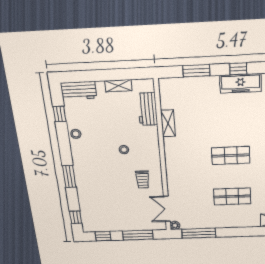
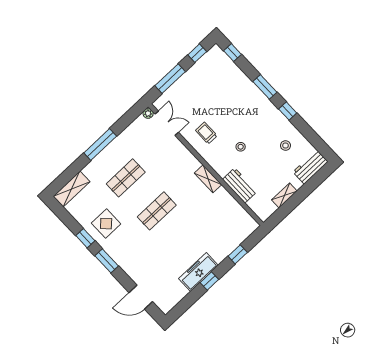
window: (196, 71) -> (238, 254), width x0.67
workbench: (148, 109) -> (240, 185), moved
window: (60, 114) -> (288, 111), moved
shelving: (168, 123) -> (208, 179), moved
stool: (76, 134) -> (285, 146), moved
window: (199, 233) -> (100, 145), moved

